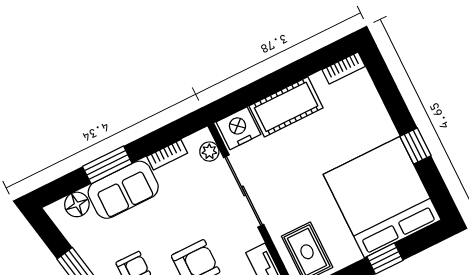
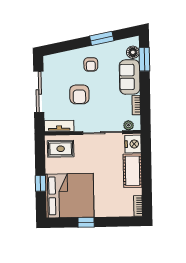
window: (107, 165) -> (144, 59), moved

